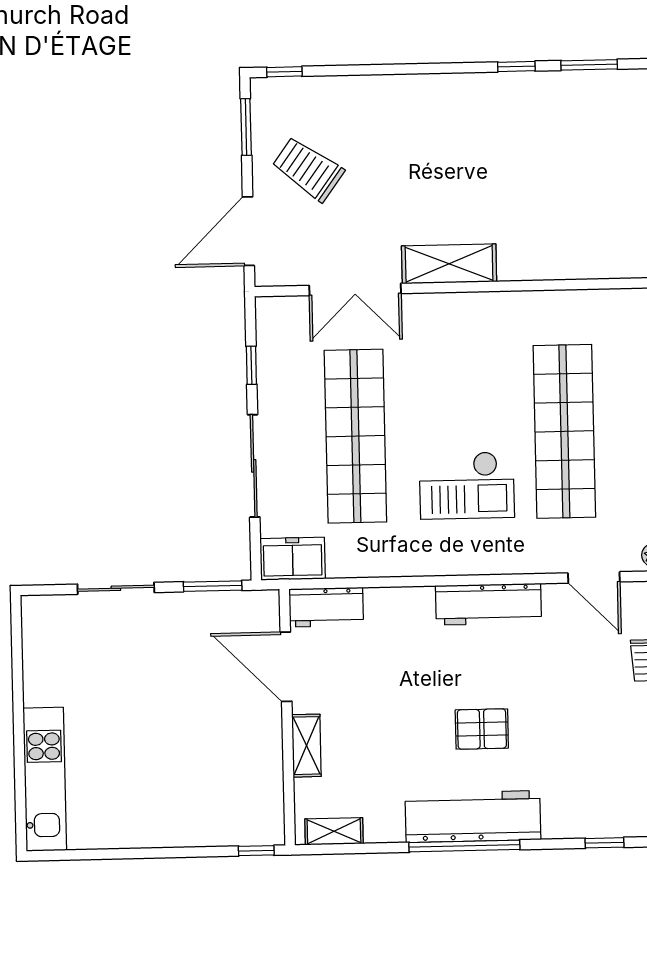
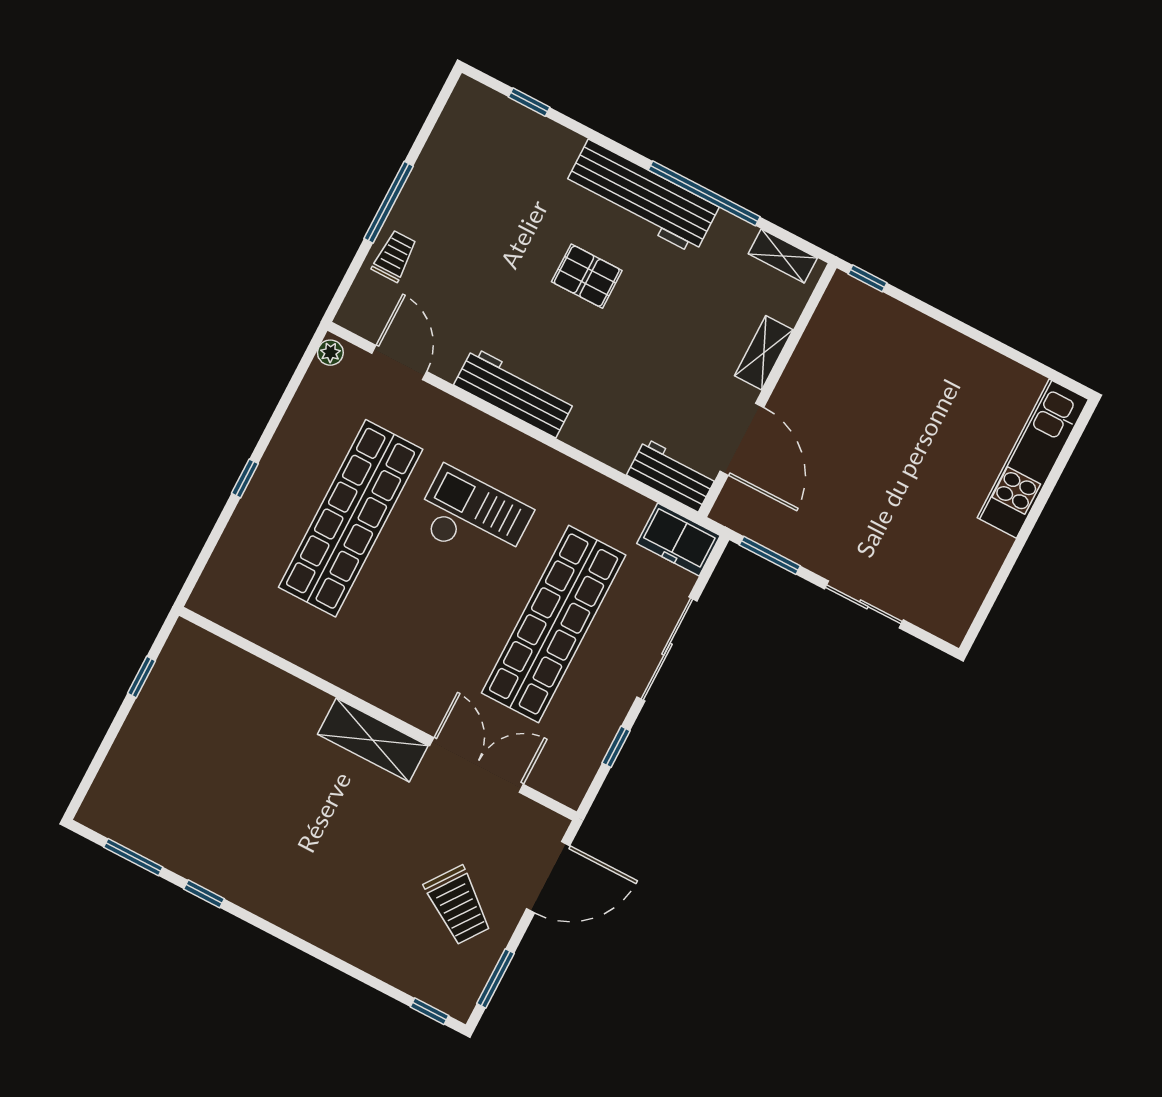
window: (464, 846) -> (704, 193), moved

